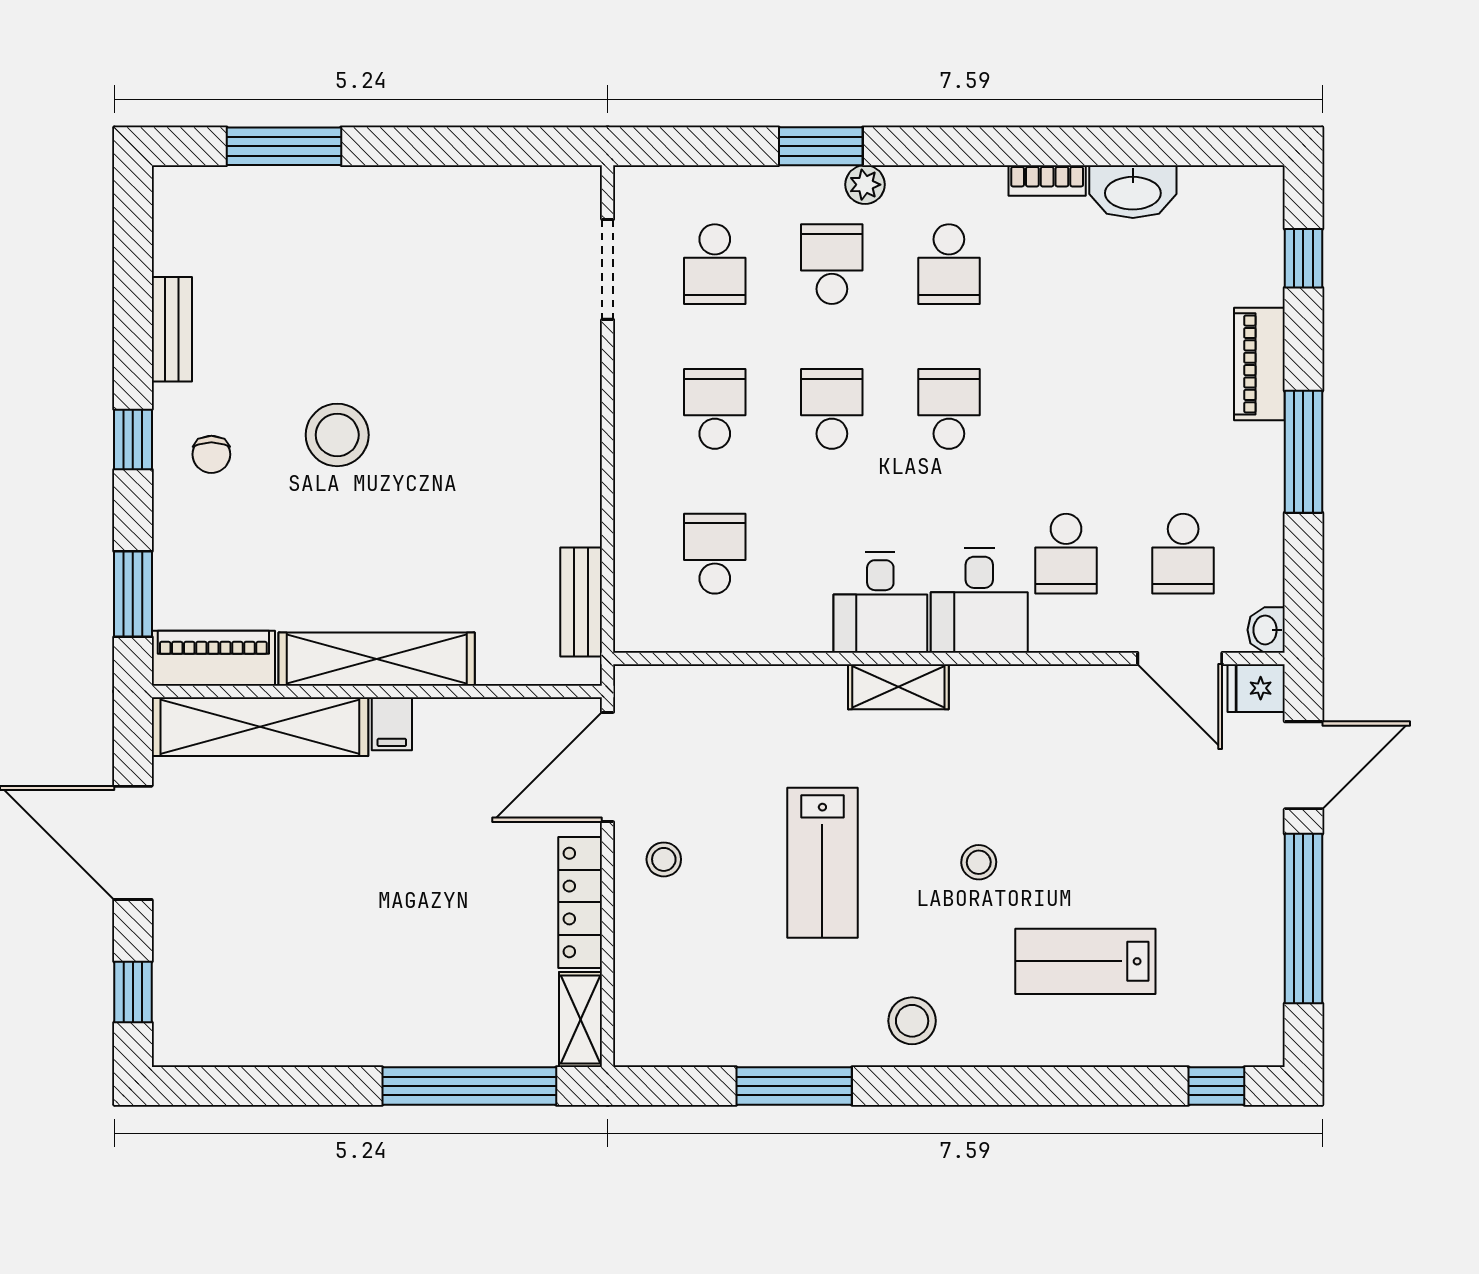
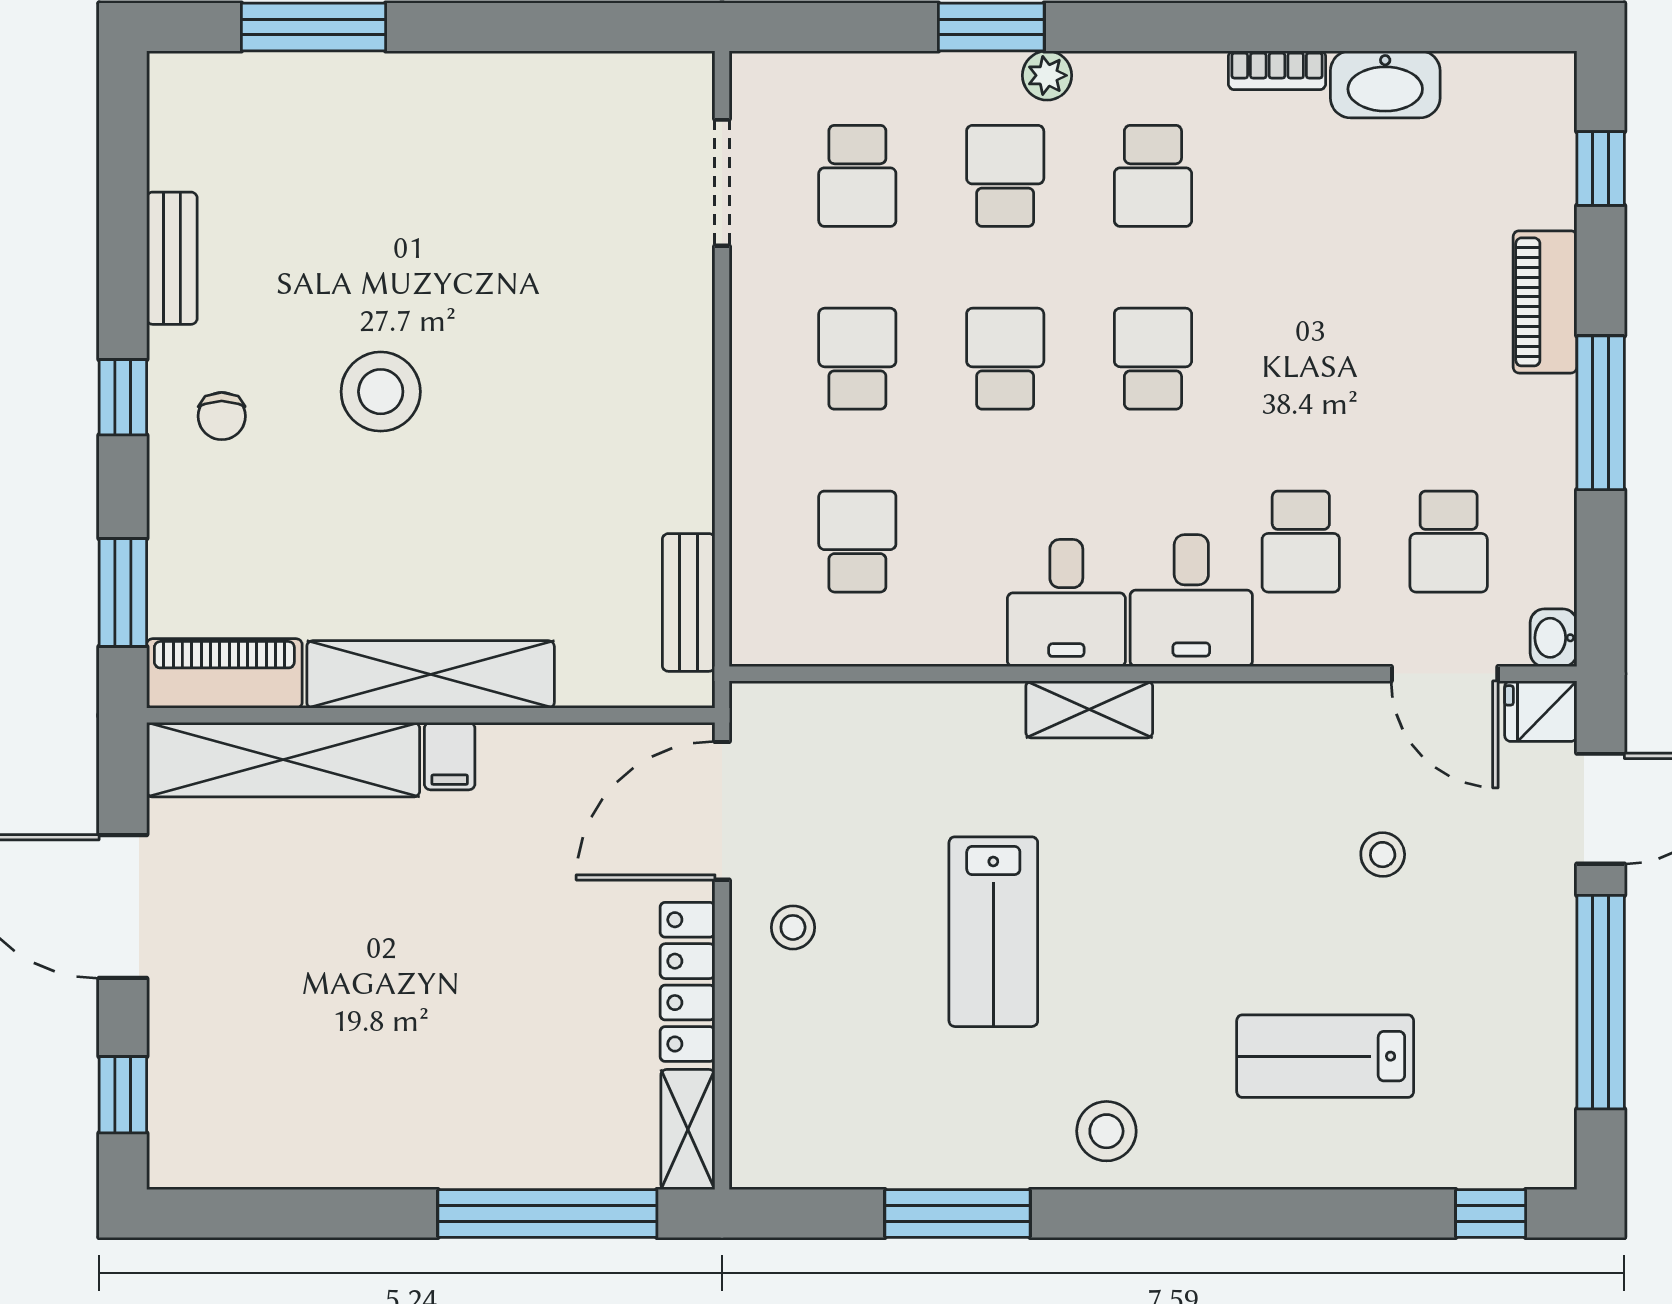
stool: (979, 862) -> (1383, 855), moved

